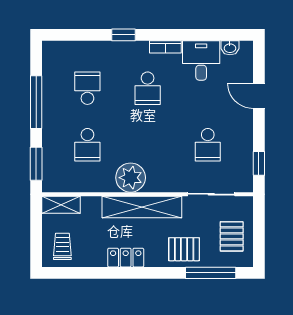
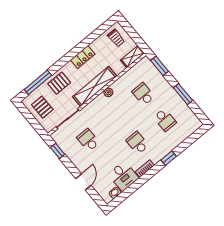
door: (259, 96) -> (83, 182), hinge flipped
window: (36, 102) -> (183, 94), width x0.69
plant: (131, 178) -> (108, 92), width x0.53, depth x0.53

